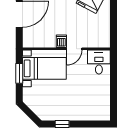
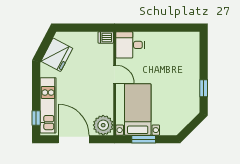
plant: (31, 39) -> (103, 125), added
dishwasher: (61, 41) -> (106, 37), moved

